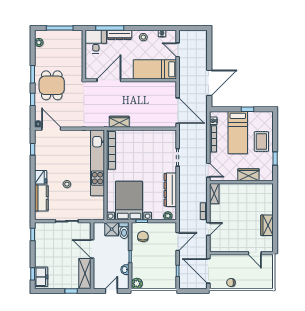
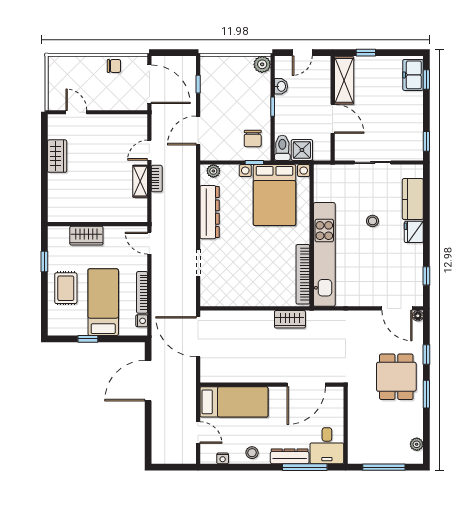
shelving: (214, 194) -> (140, 181), moved

